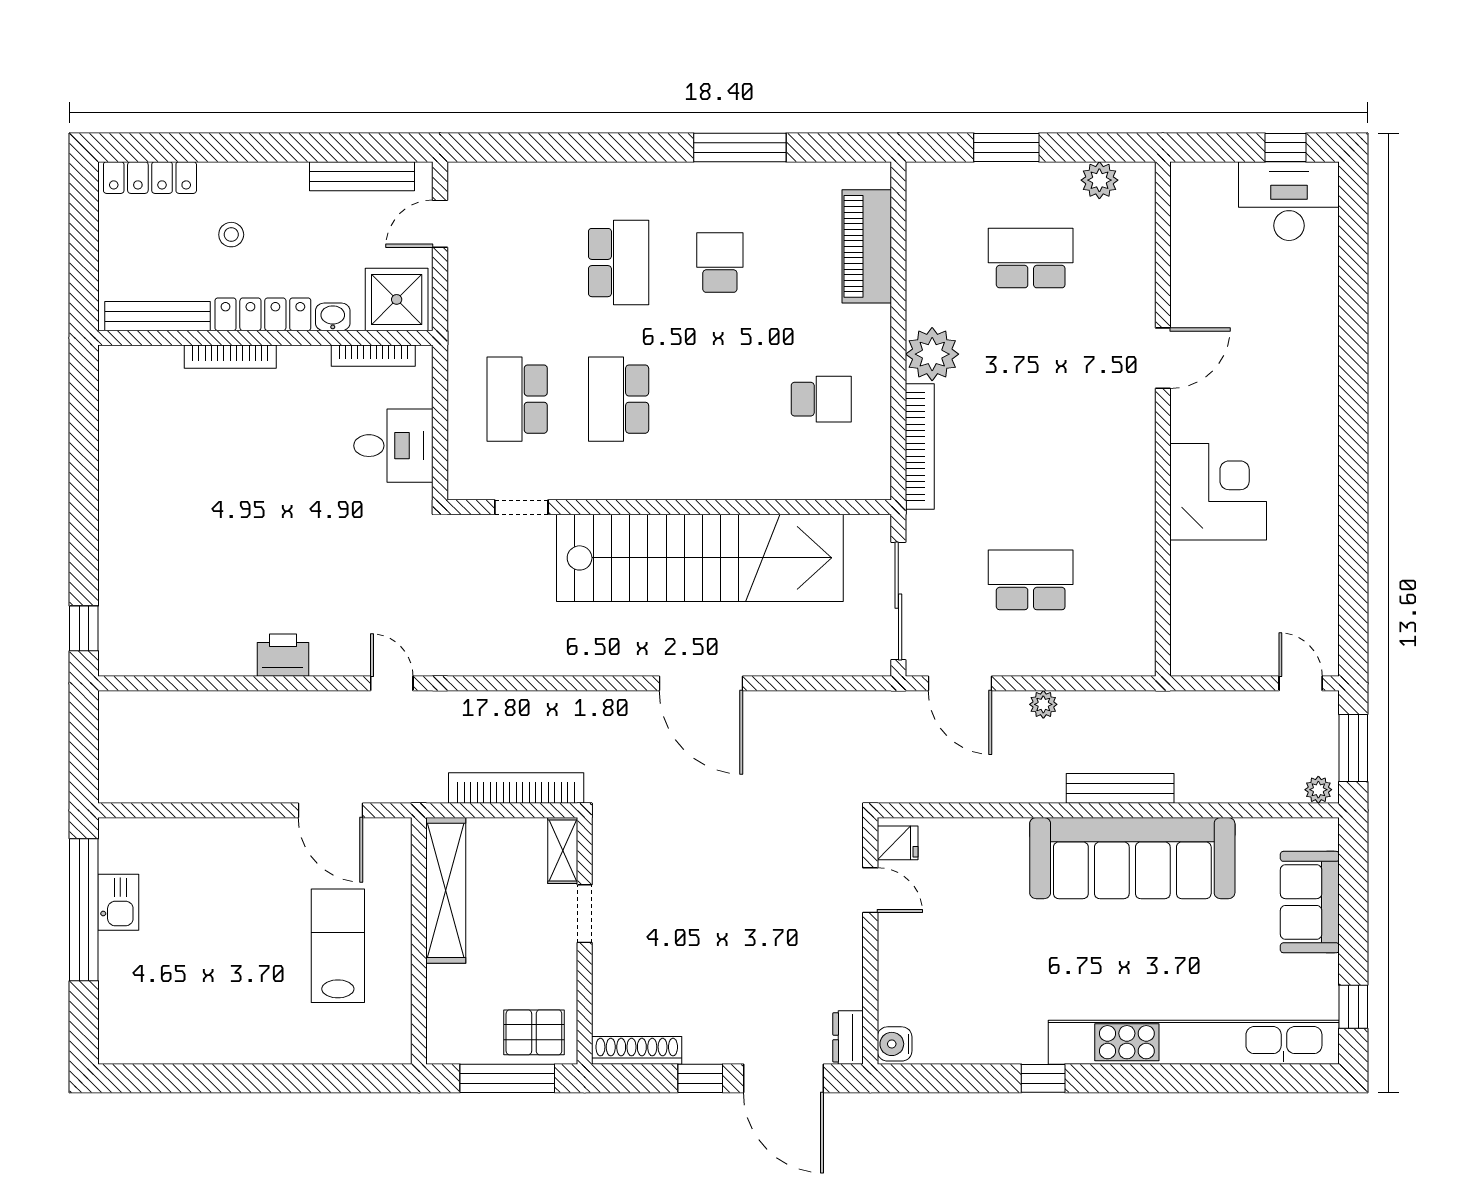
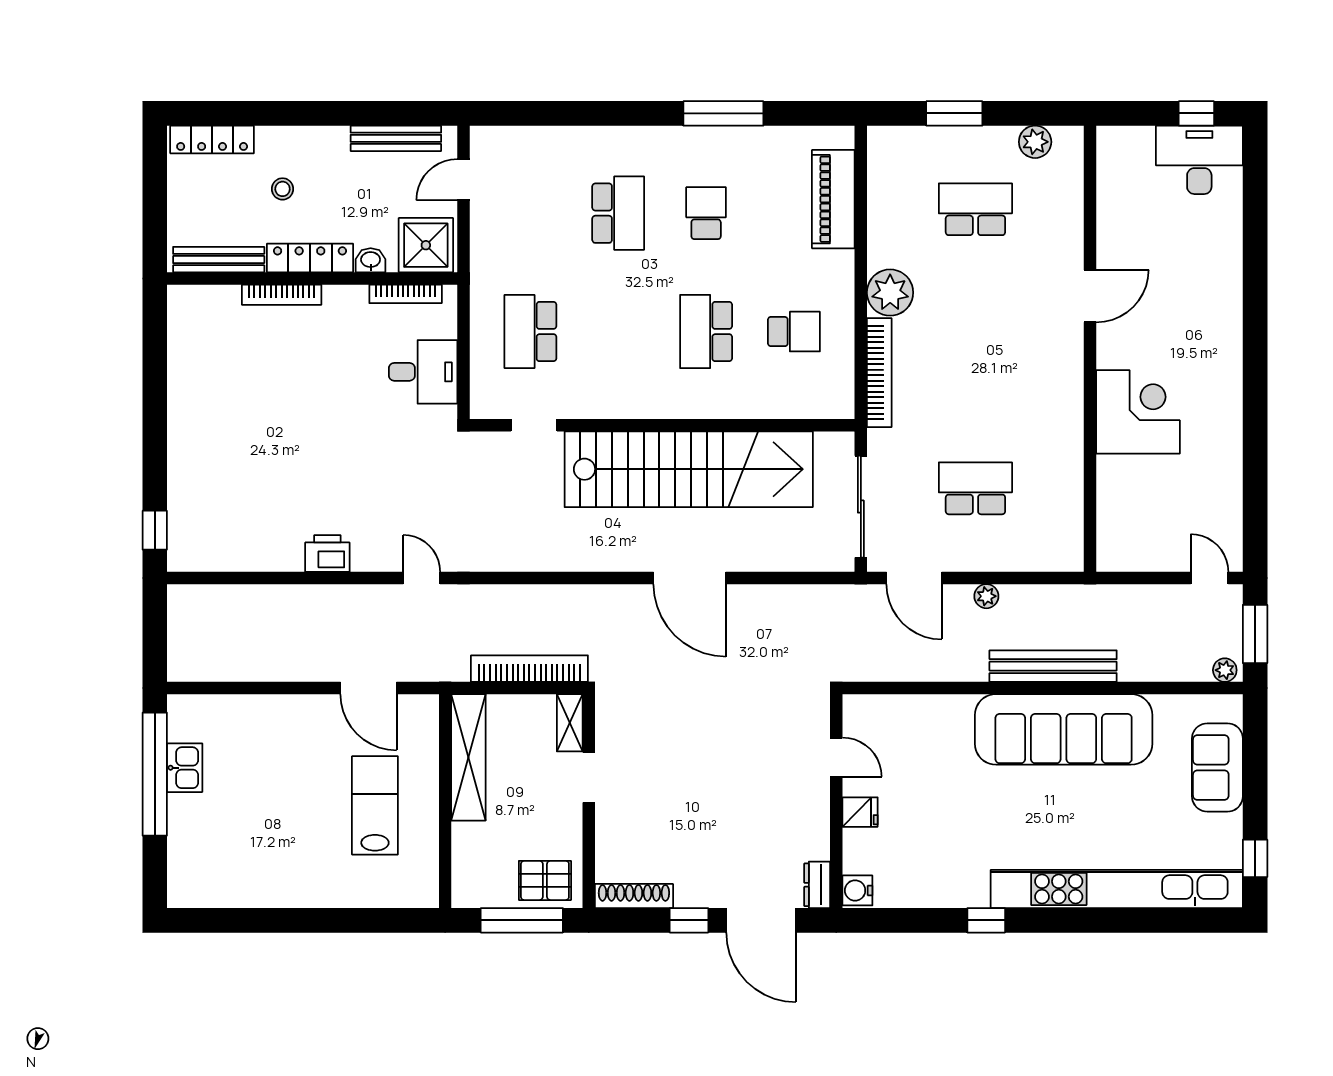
school desk: (619, 399) -> (706, 332), moved
bench: (1120, 788) -> (1053, 666), width x1.37, depth x1.21
fridge: (898, 843) -> (860, 812), moved

